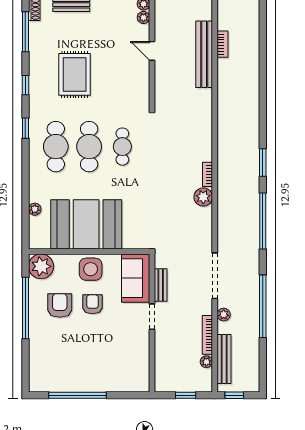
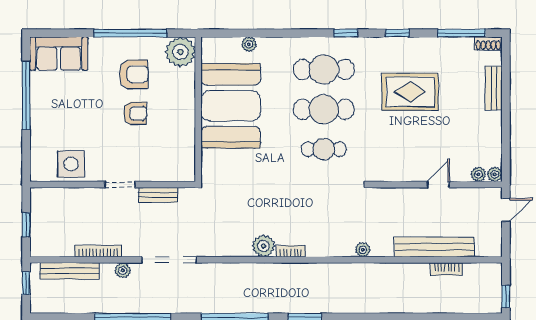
side table: (91, 269) -> (71, 164), moved
sofa: (136, 278) -> (59, 54), moved, turned 180
plant: (206, 362) -> (363, 250), moved

